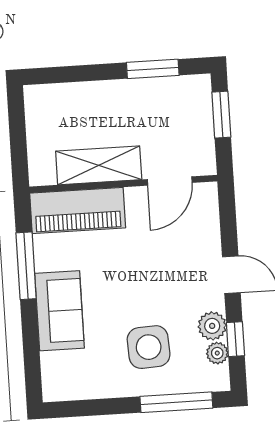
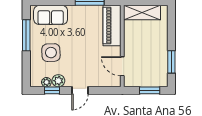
shelving: (99, 165) -> (142, 13), moved, turned 90
sofa: (60, 311) -> (51, 15), moved
window: (176, 402) -> (26, 35), moved

